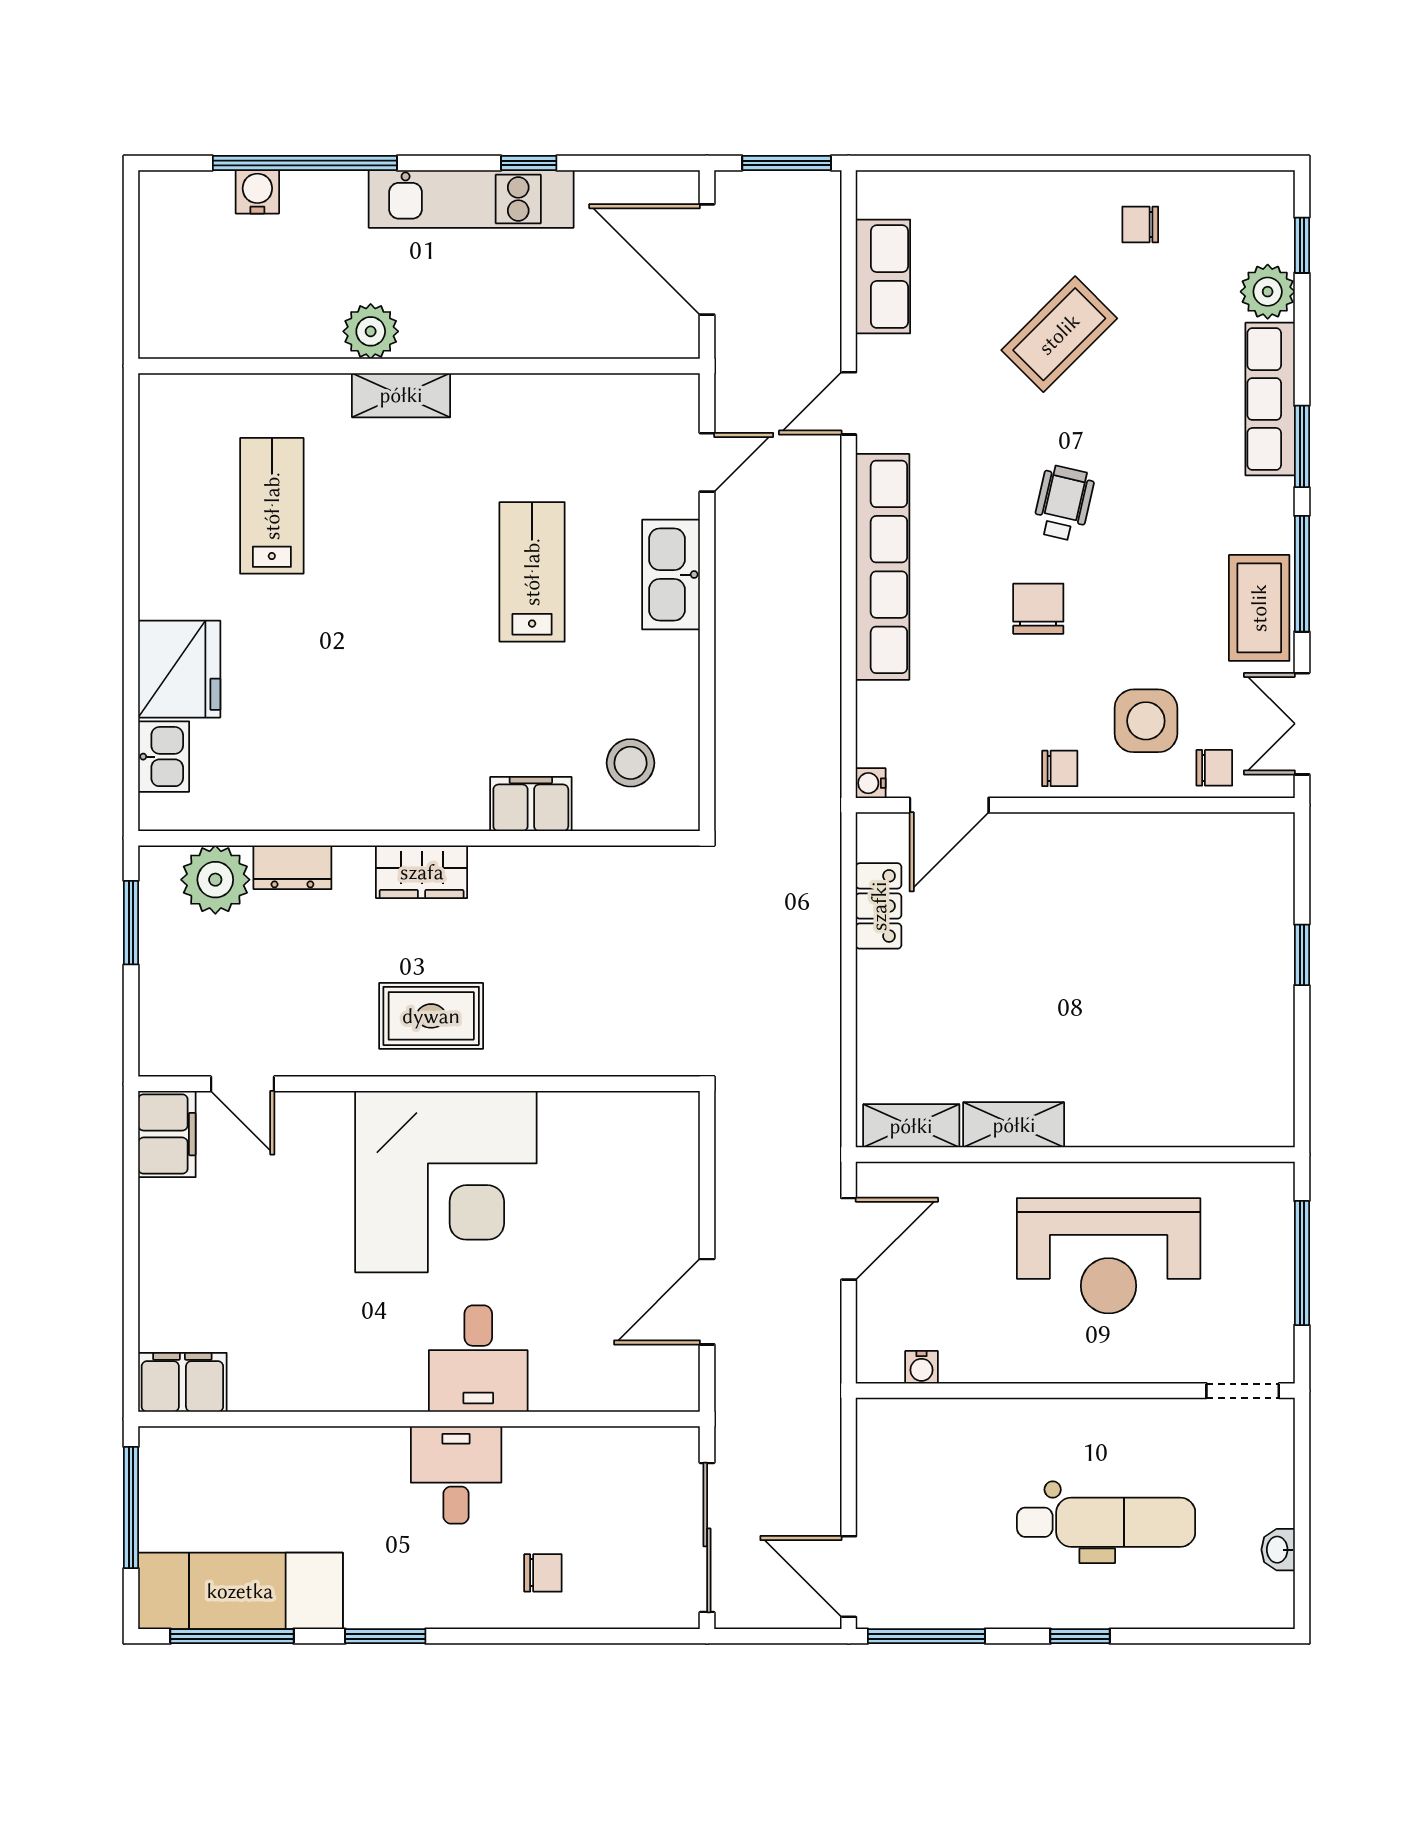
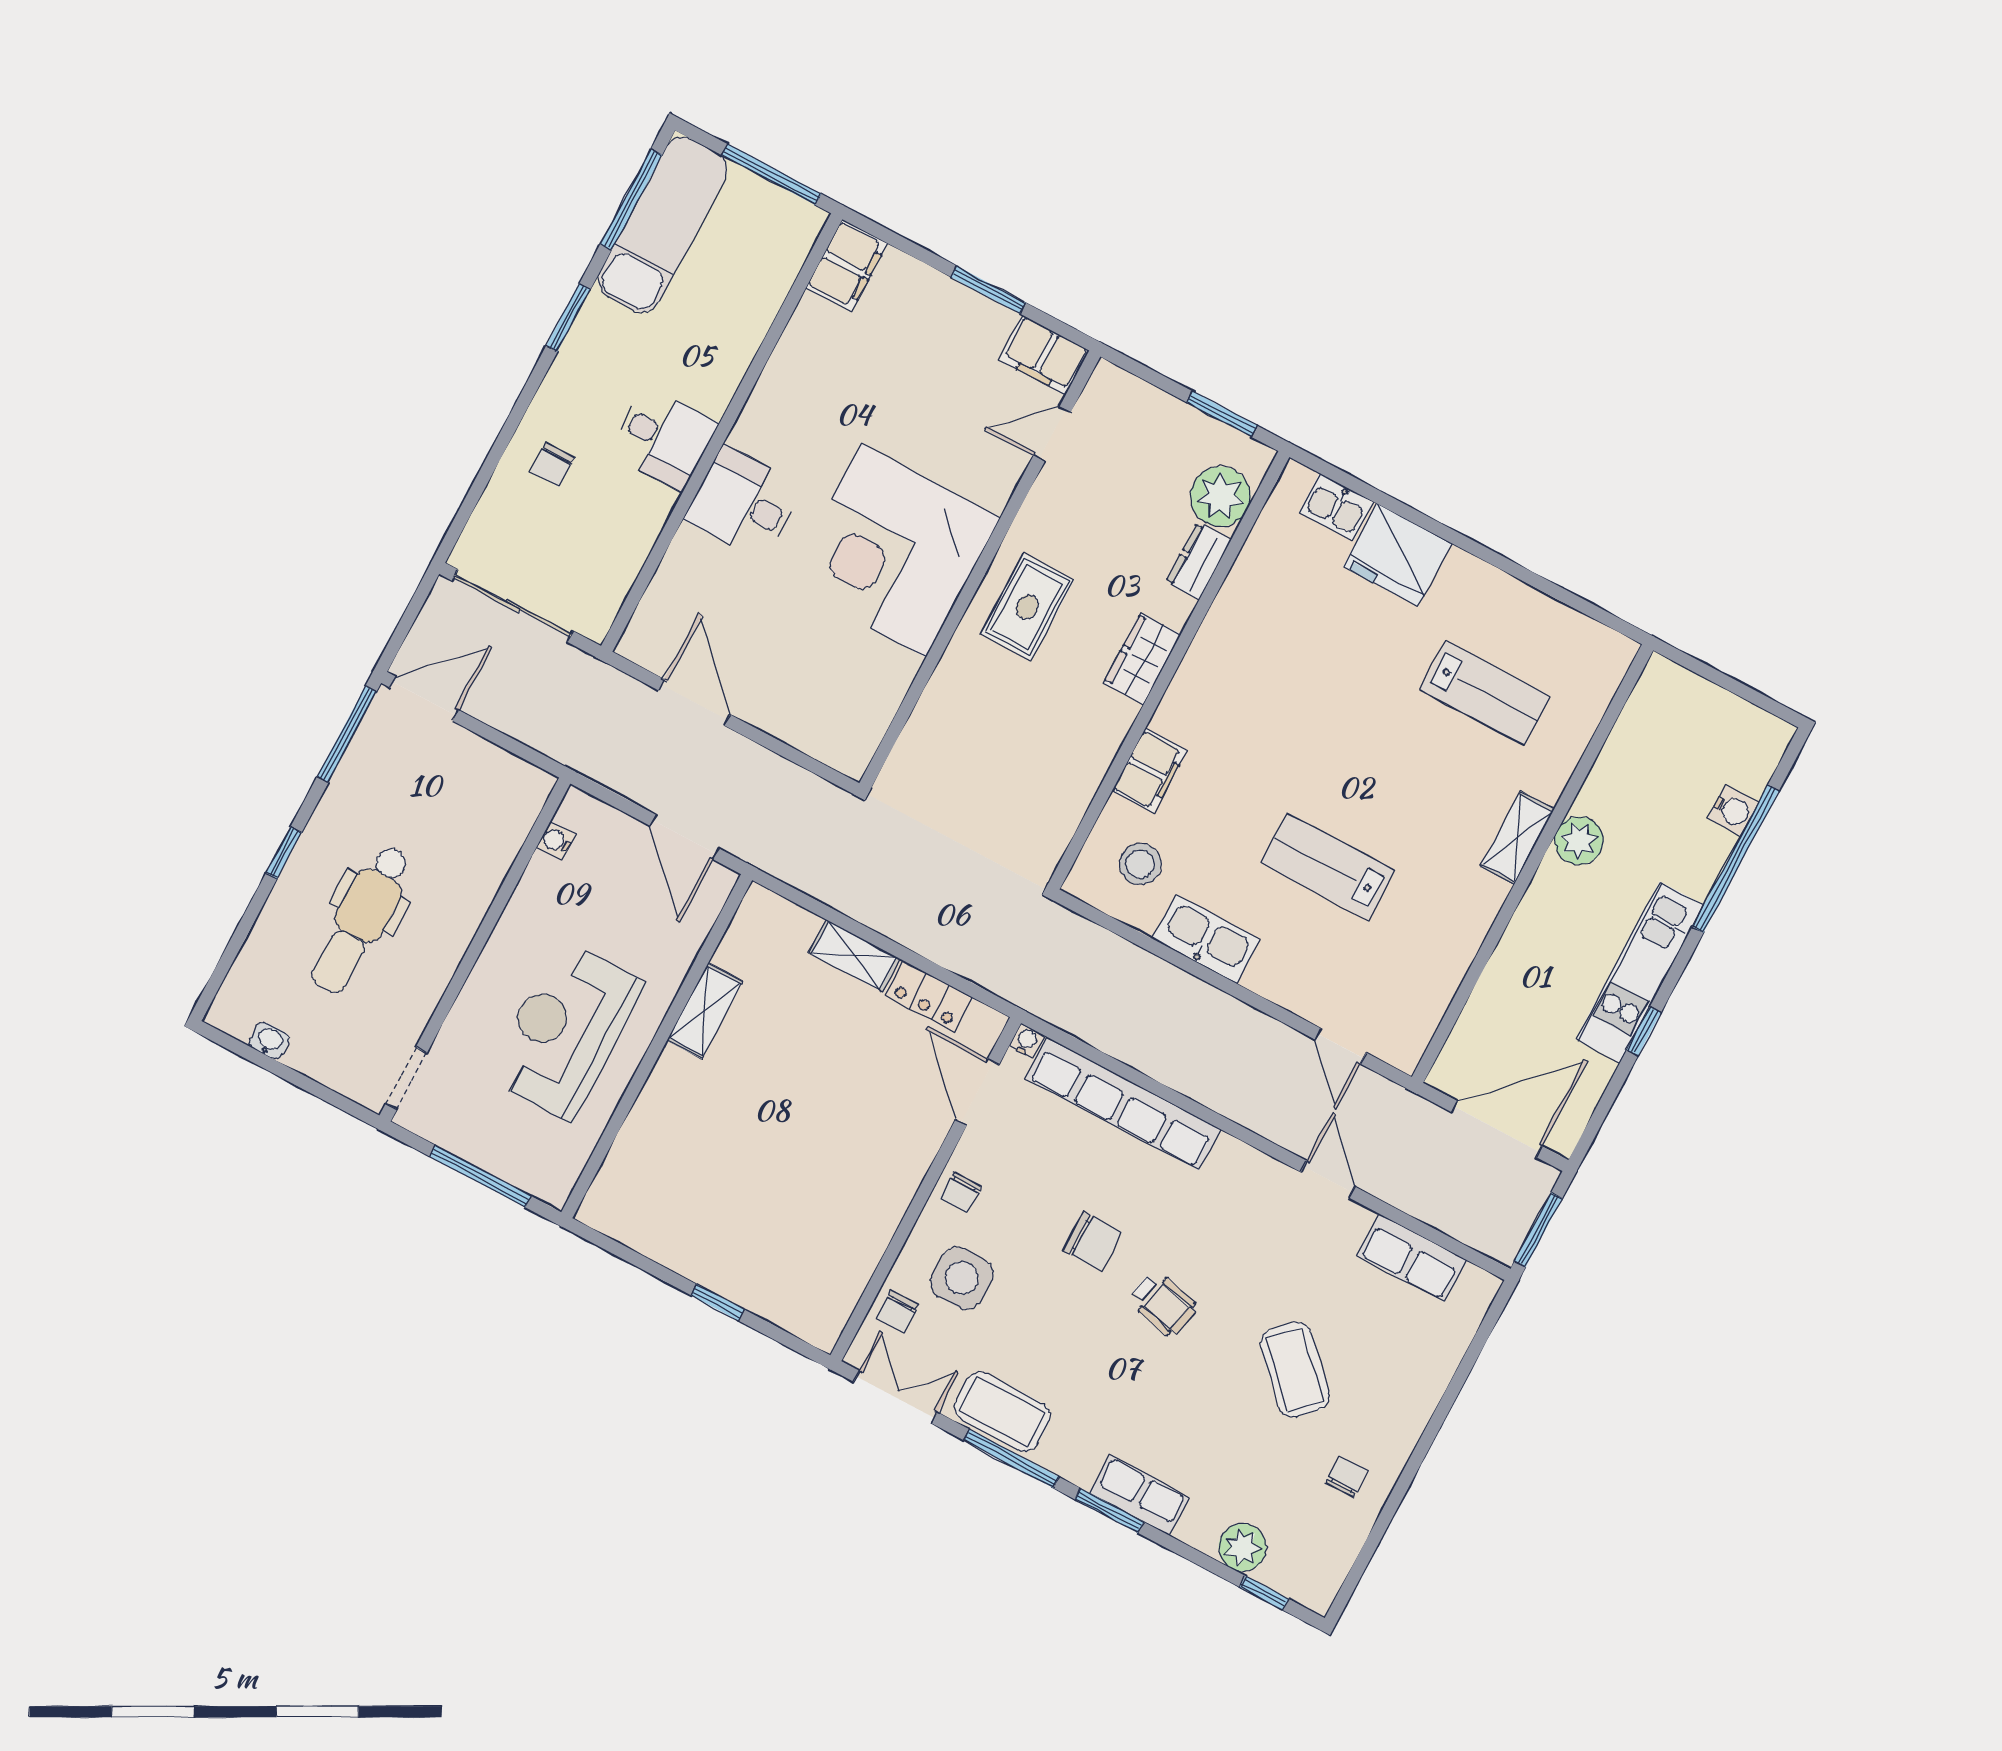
row of seats: (1270, 399) -> (1140, 1495), width x0.68
row of seats: (883, 567) -> (1123, 1104), moved
lab bench: (532, 572) -> (1328, 866), turned 180
kitchen sink: (671, 575) -> (1206, 939), moved
shelving: (911, 1126) -> (854, 956), moved, turned 90
window: (131, 1226) -> (988, 290), added

